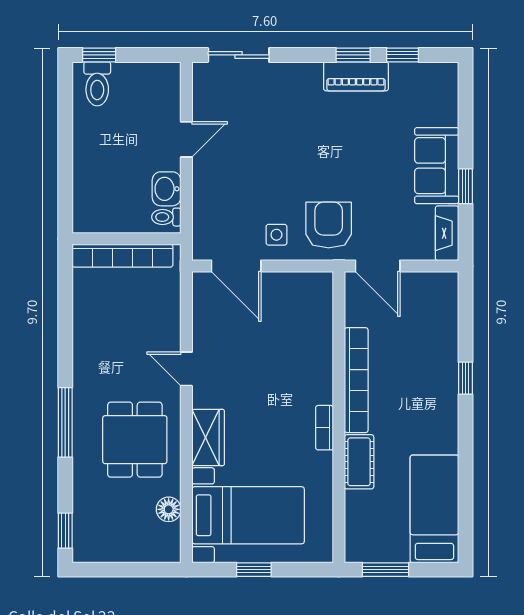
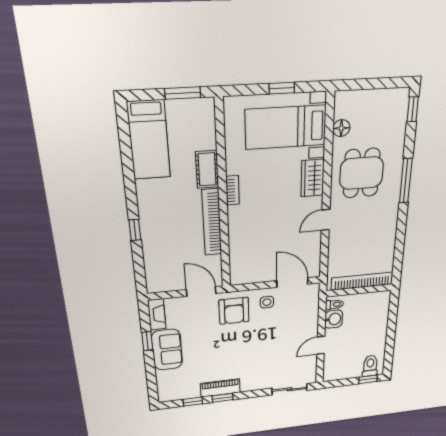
door: (186, 369) -> (326, 220), swing flipped

